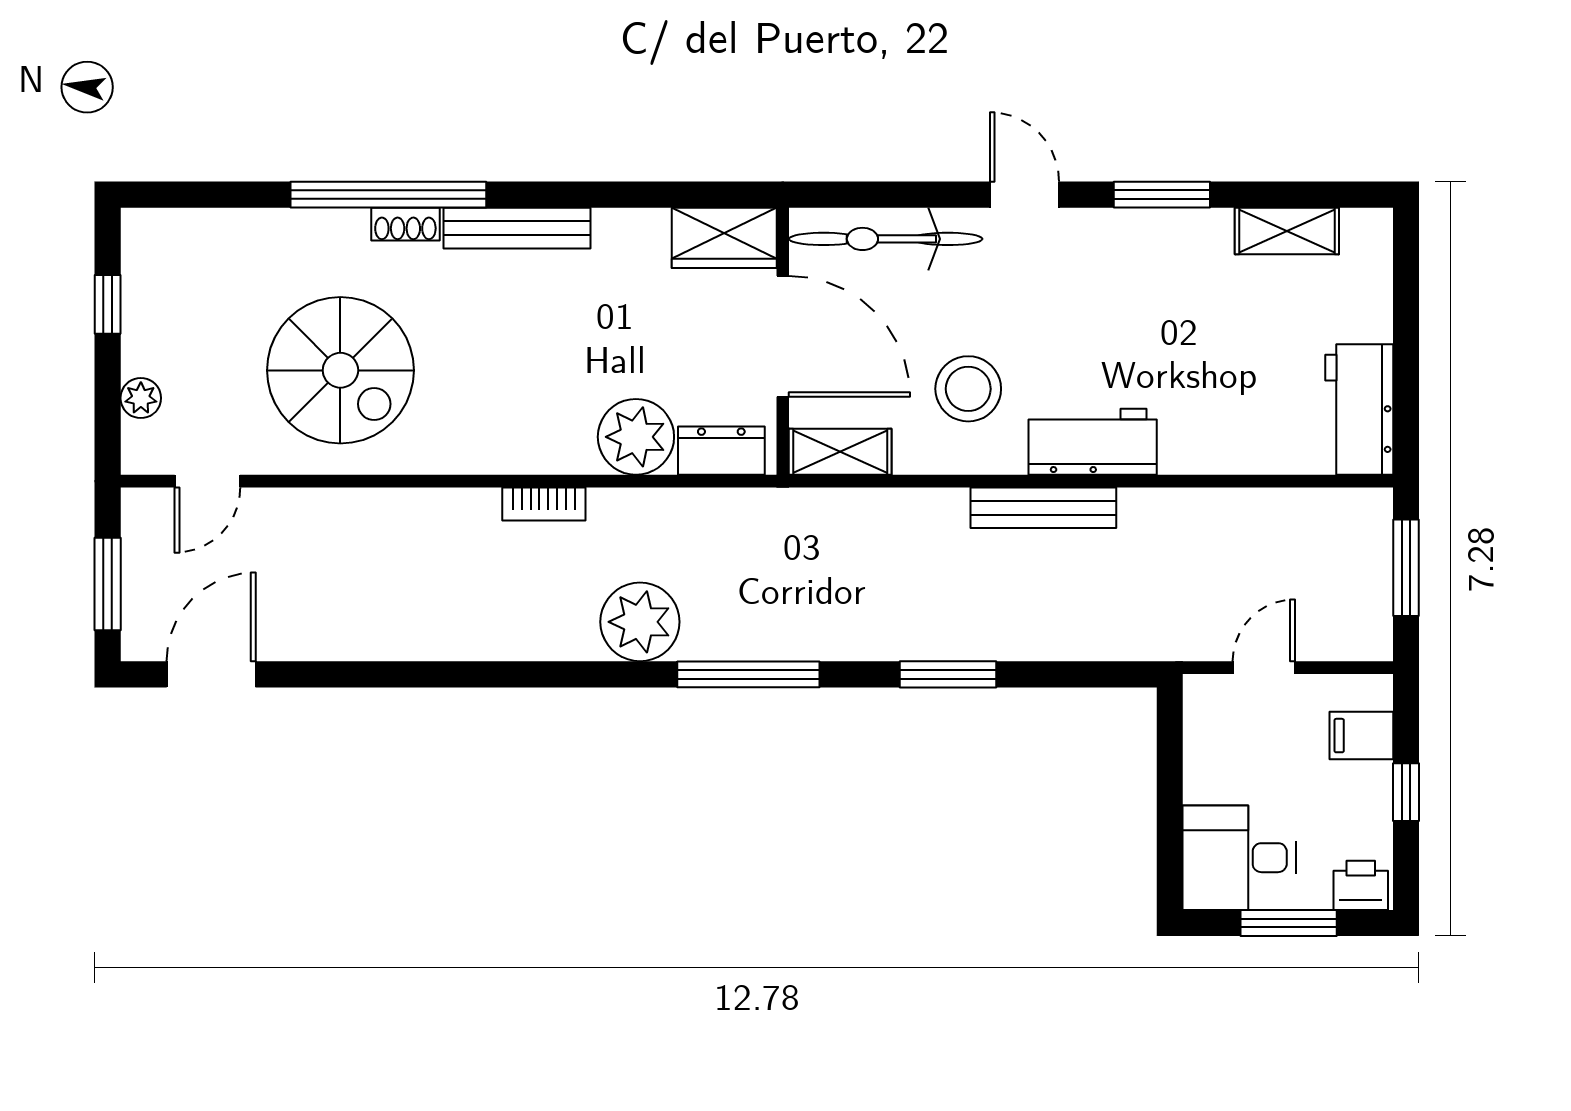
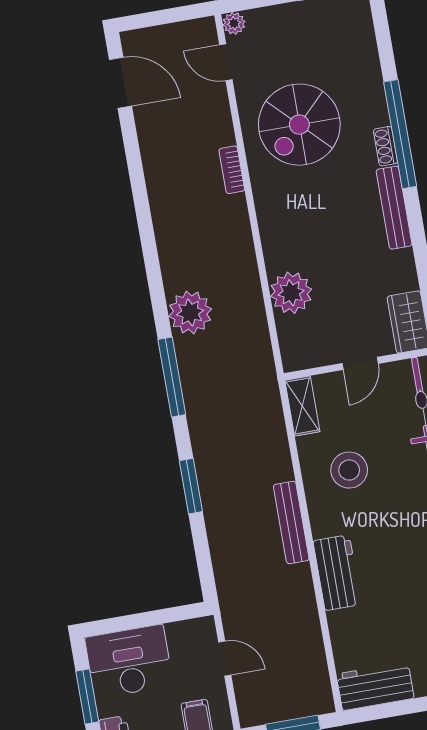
door: (783, 336) -> (360, 363), width x0.53
plant: (141, 398) -> (234, 23), moved
workbench: (1093, 442) -> (337, 573), moved
dresser: (721, 451) -> (292, 341), removed
bookcase: (544, 504) -> (232, 170), moved
window: (108, 584) -> (160, 18), removed
desk: (1239, 858) -> (129, 661), width x1.37

